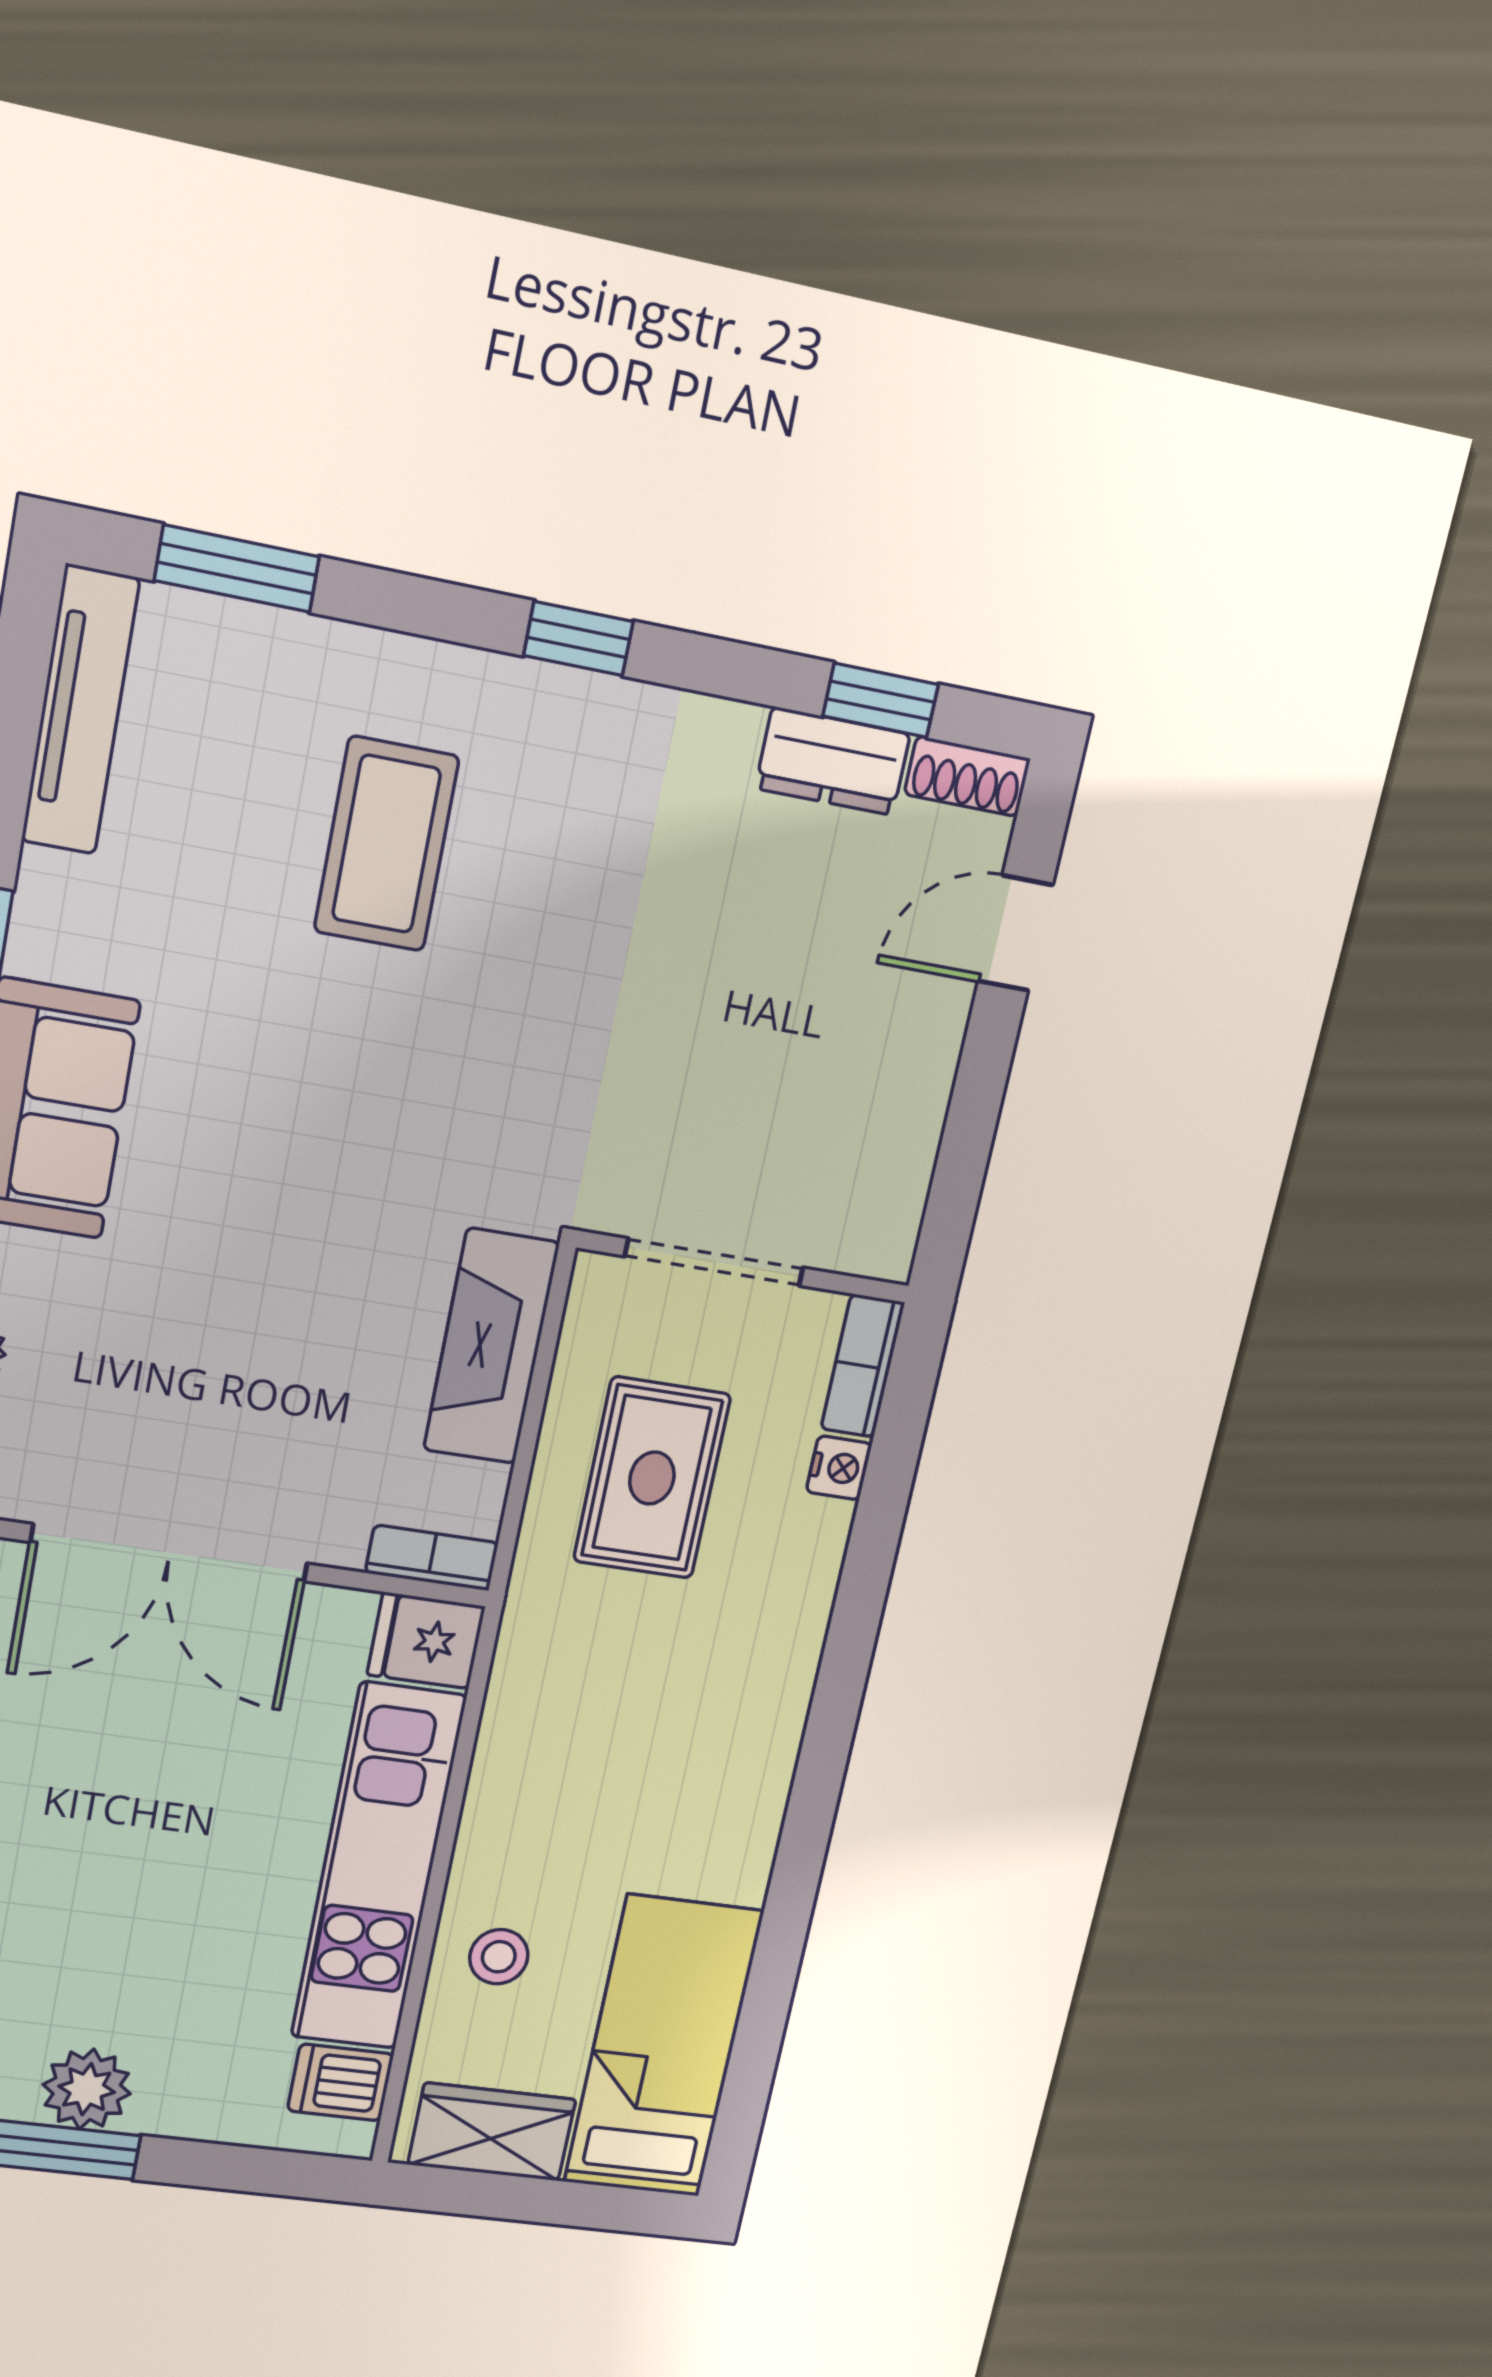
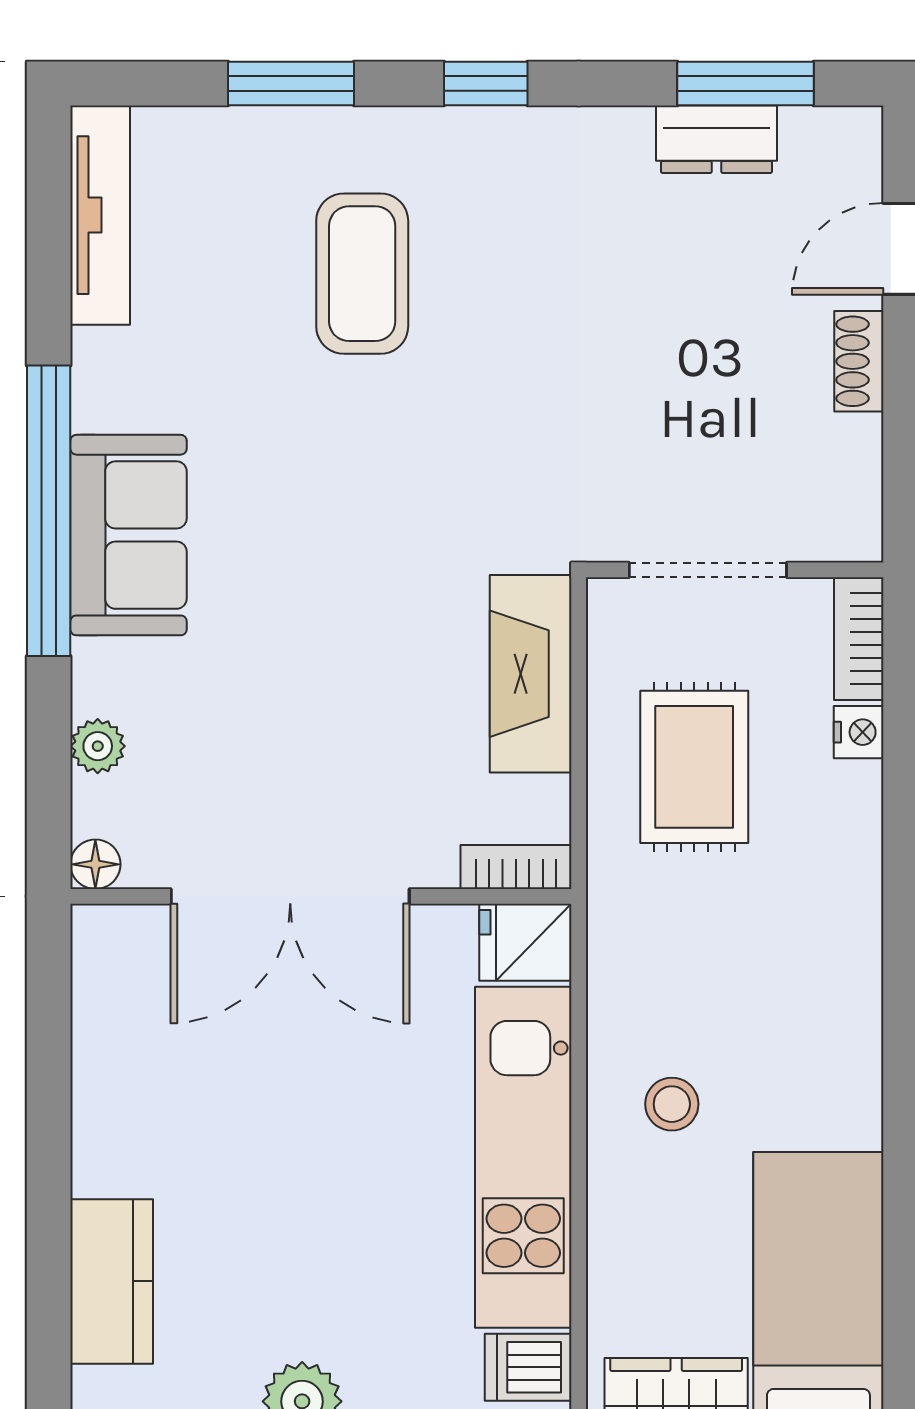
window: (237, 569) -> (291, 84), moved
window: (881, 700) -> (745, 84), width x1.50
shoe rack: (967, 776) -> (859, 361), moved, turned 90
stool: (499, 1957) -> (672, 1104), moved

